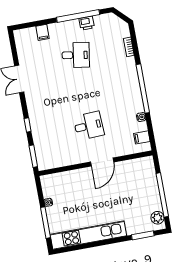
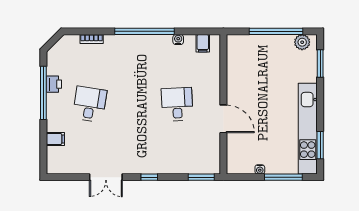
window: (28, 125) -> (149, 177), moved
door: (102, 162) -> (223, 119), moved
window: (77, 247) -> (320, 145), added

